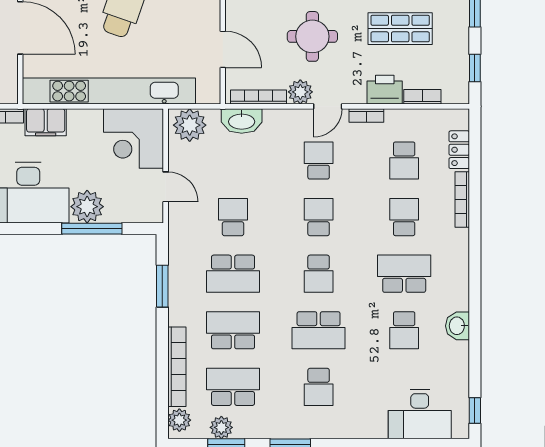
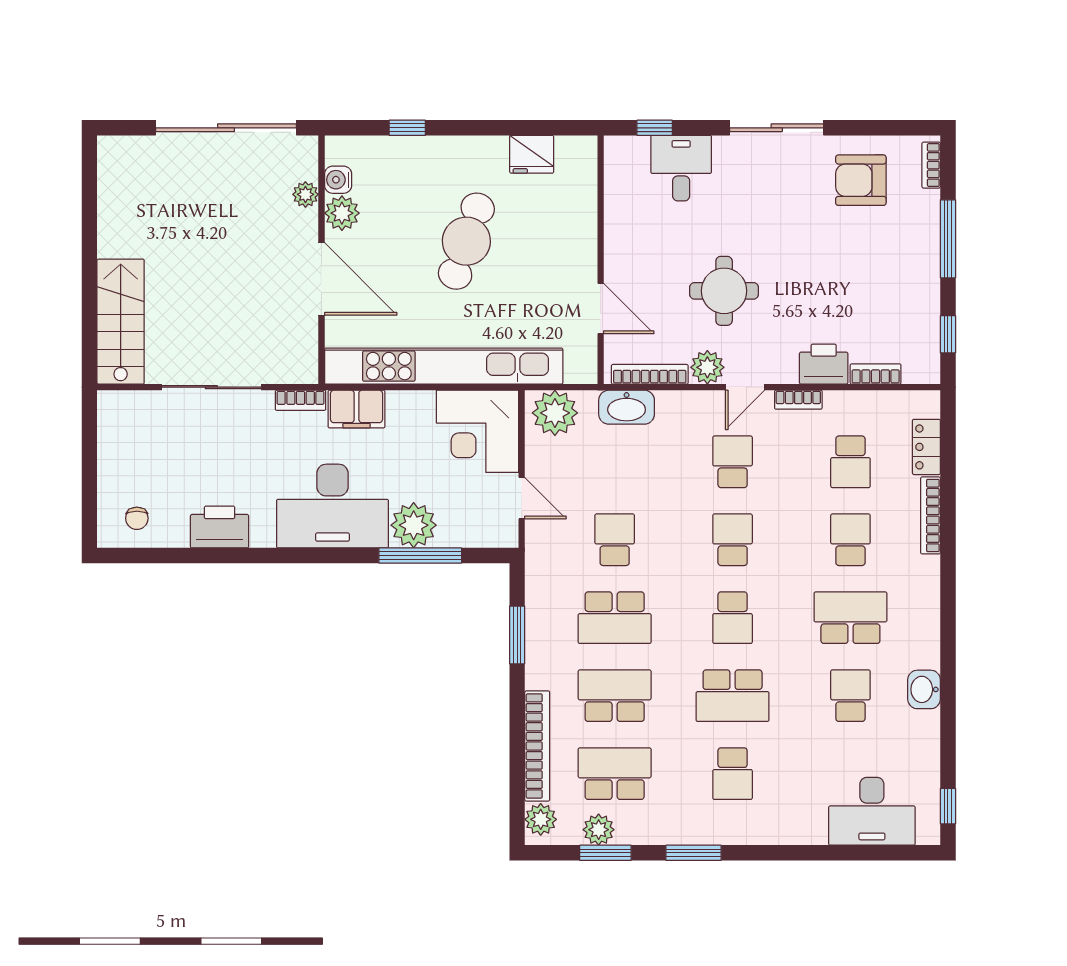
shop shelf: (400, 29) -> (845, 280), removed
school desk: (404, 330) -> (850, 696), turned 180

